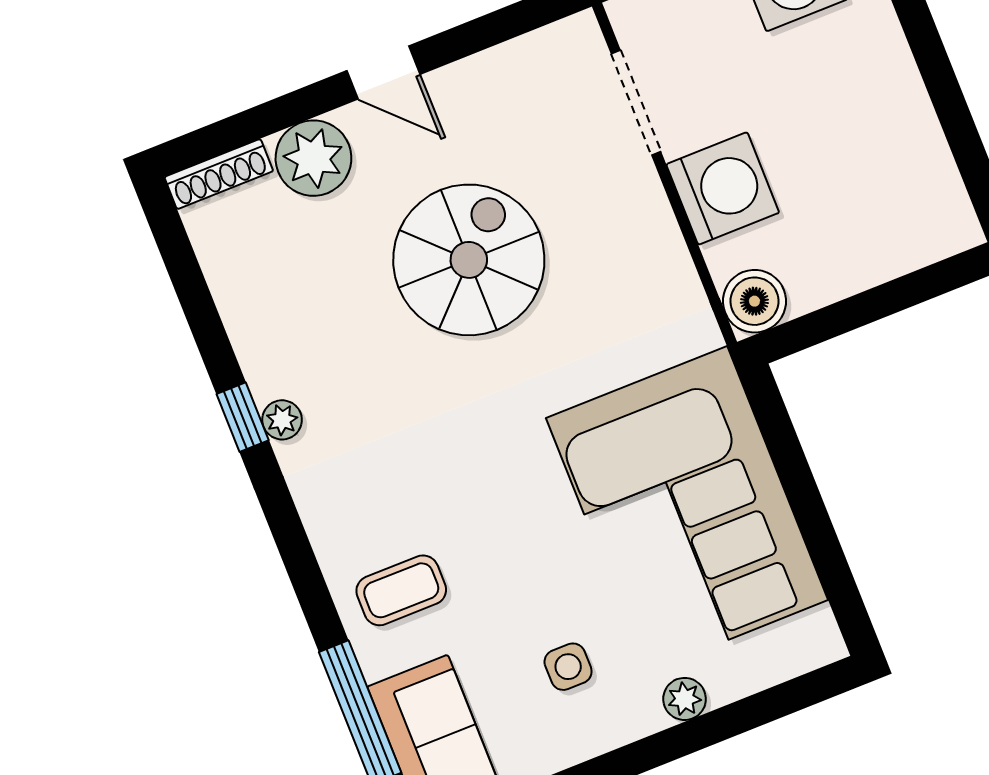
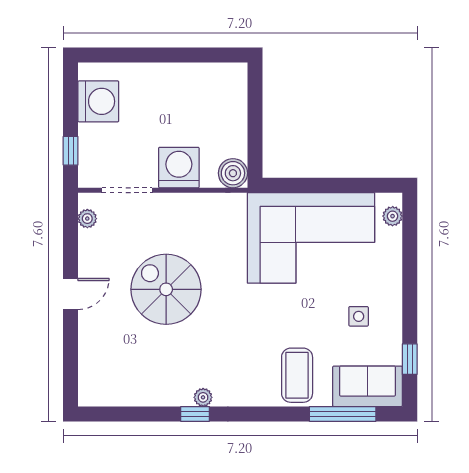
plant: (313, 158) -> (87, 219), moved, width x0.53, depth x0.53
shoe rack: (219, 174) -> (86, 382), removed
coffee table: (401, 590) -> (297, 375), width x1.36, depth x1.30
plant: (685, 699) -> (393, 216), moved

